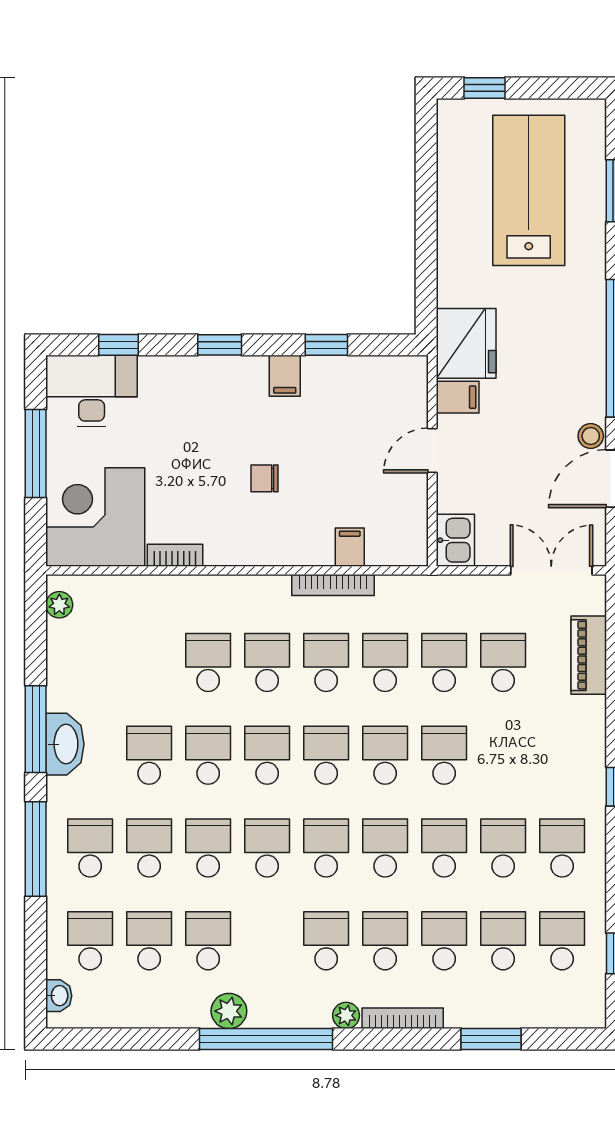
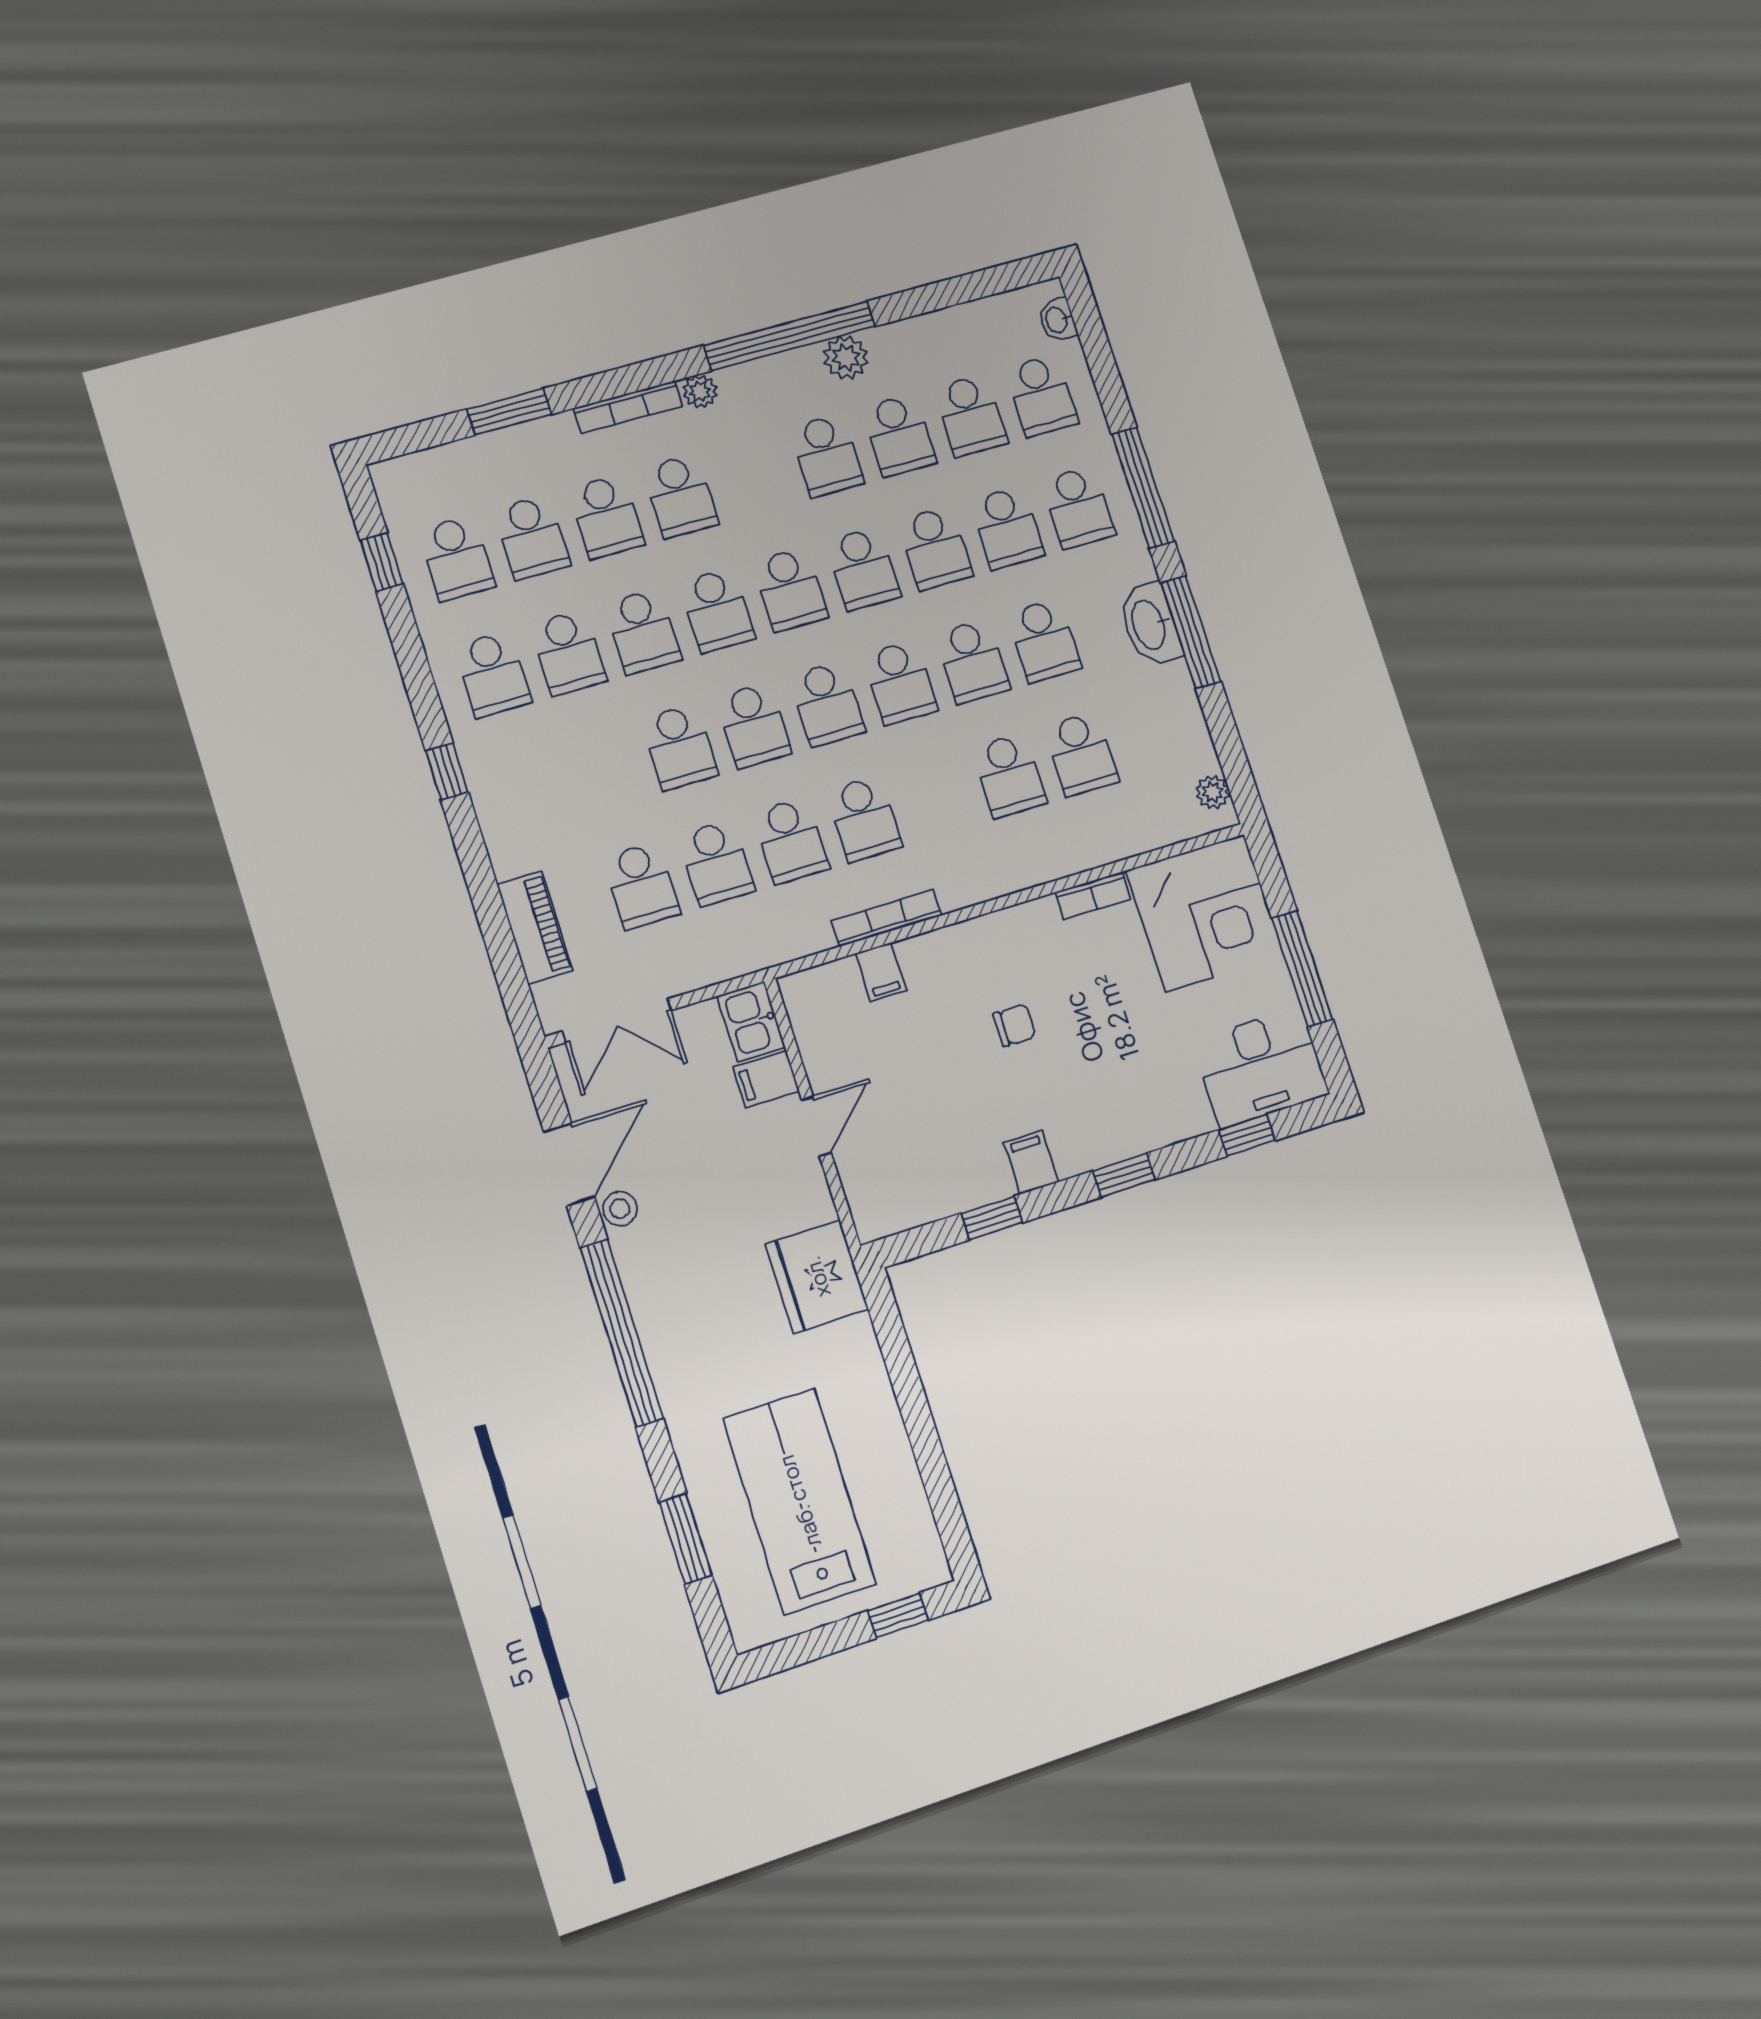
lab bench: (529, 190) -> (799, 1501), turned 180
filing cabinet: (458, 397) -> (766, 1079), moved
school desk: (267, 662) -> (1081, 754), moved
school desk: (326, 941) -> (827, 455), moved

